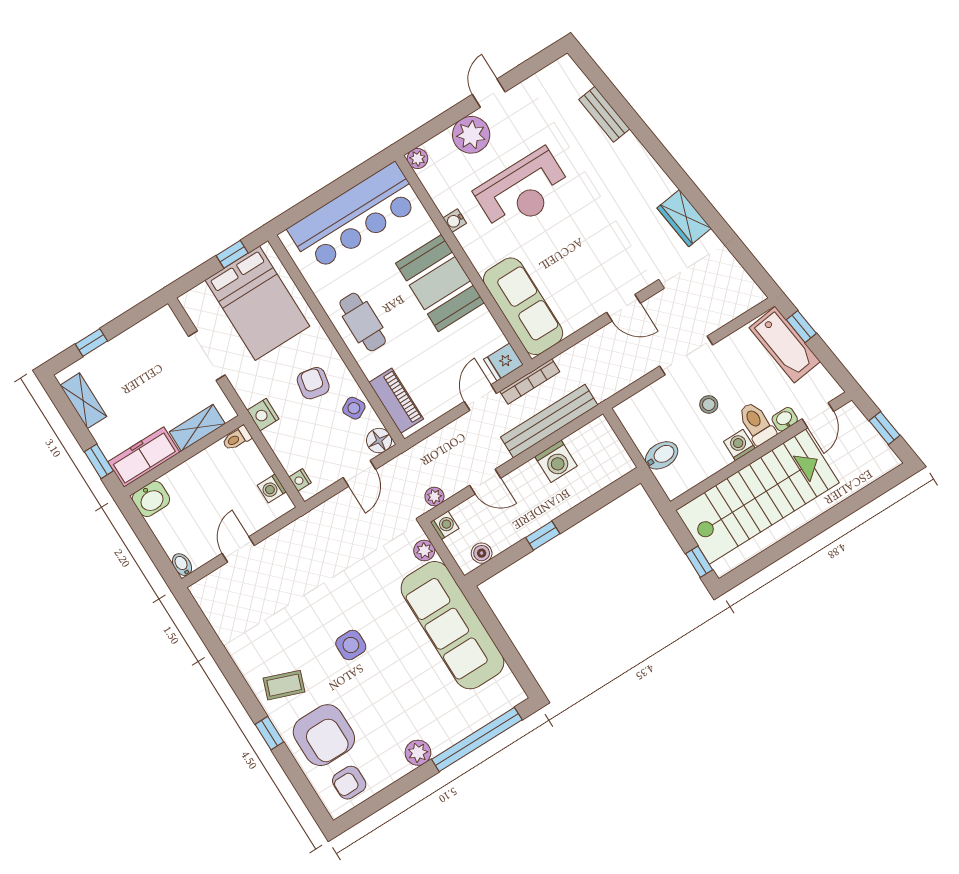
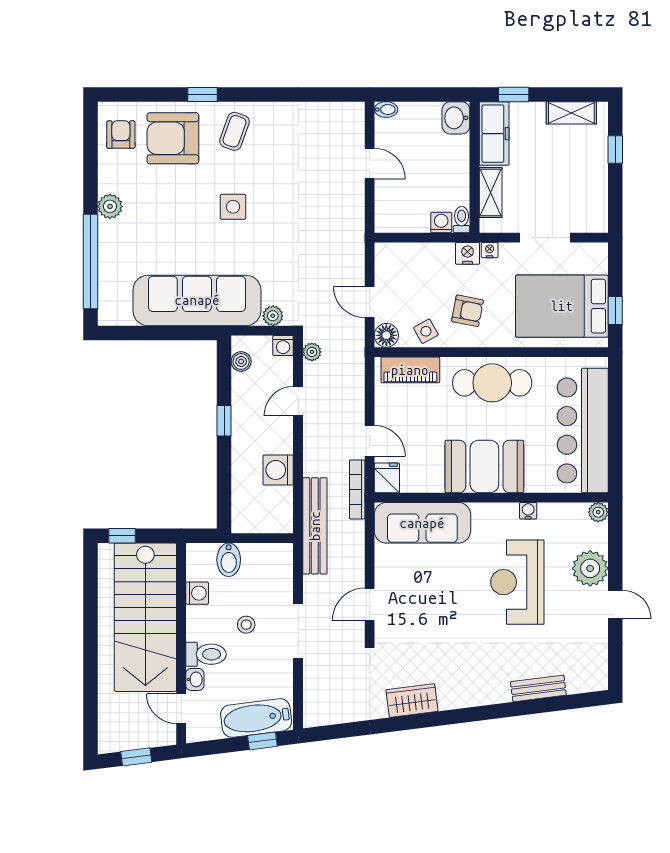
cafe table: (363, 322) -> (492, 383), width x1.37, depth x1.35
bench: (549, 421) -> (315, 526), moved
washing machine: (739, 445) -> (197, 593), moved
nightstand: (300, 480) -> (490, 250), moved
washing machine: (272, 489) -> (441, 222), moved

